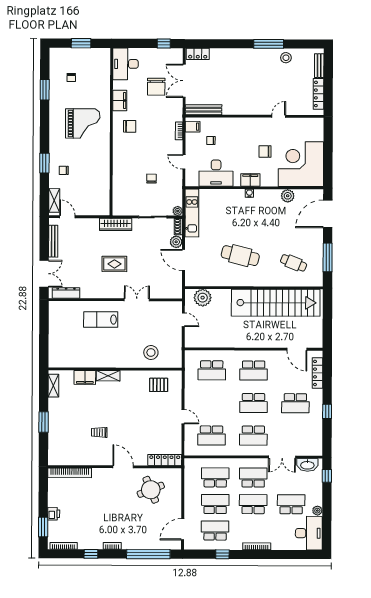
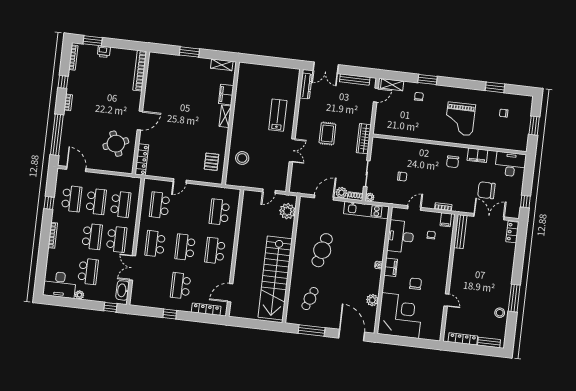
trolley: (99, 432) -> (174, 102), removed

